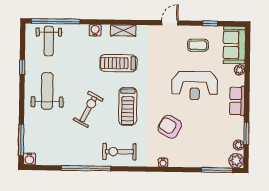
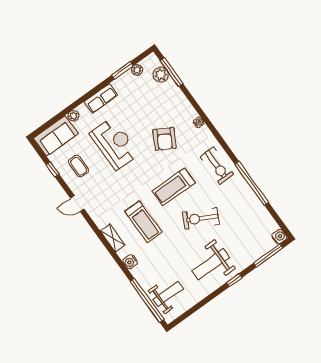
window: (22, 67) -> (234, 280), moved
treadmill: (128, 106) -> (174, 187), turned 180
plant: (236, 161) -> (161, 75), moved

